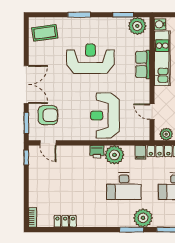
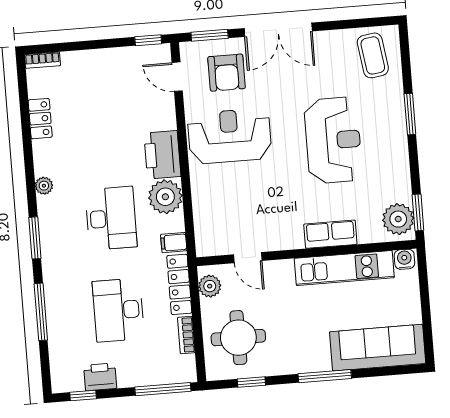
window: (123, 15) -> (418, 212), moved
door: (152, 112) -> (248, 258), swing flipped
reception desk: (105, 115) -> (230, 136), moved
door: (48, 143) -> (177, 77), hinge flipped
printer: (97, 152) -> (162, 155), width x1.87, depth x1.48
desk: (124, 186) -> (111, 218), turned 180
plant: (143, 218) -> (44, 186), moved, width x0.53, depth x0.53

